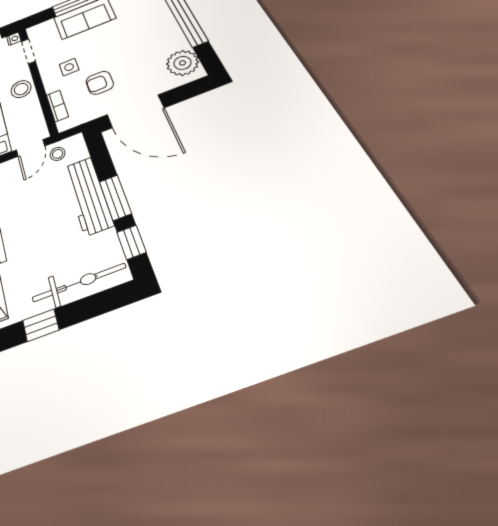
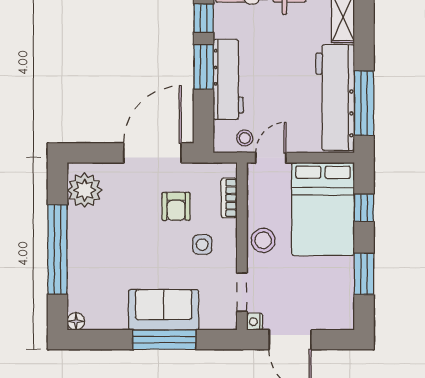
armchair: (100, 83) -> (176, 206), turned 90
door: (135, 111) -> (152, 153), hinge flipped

